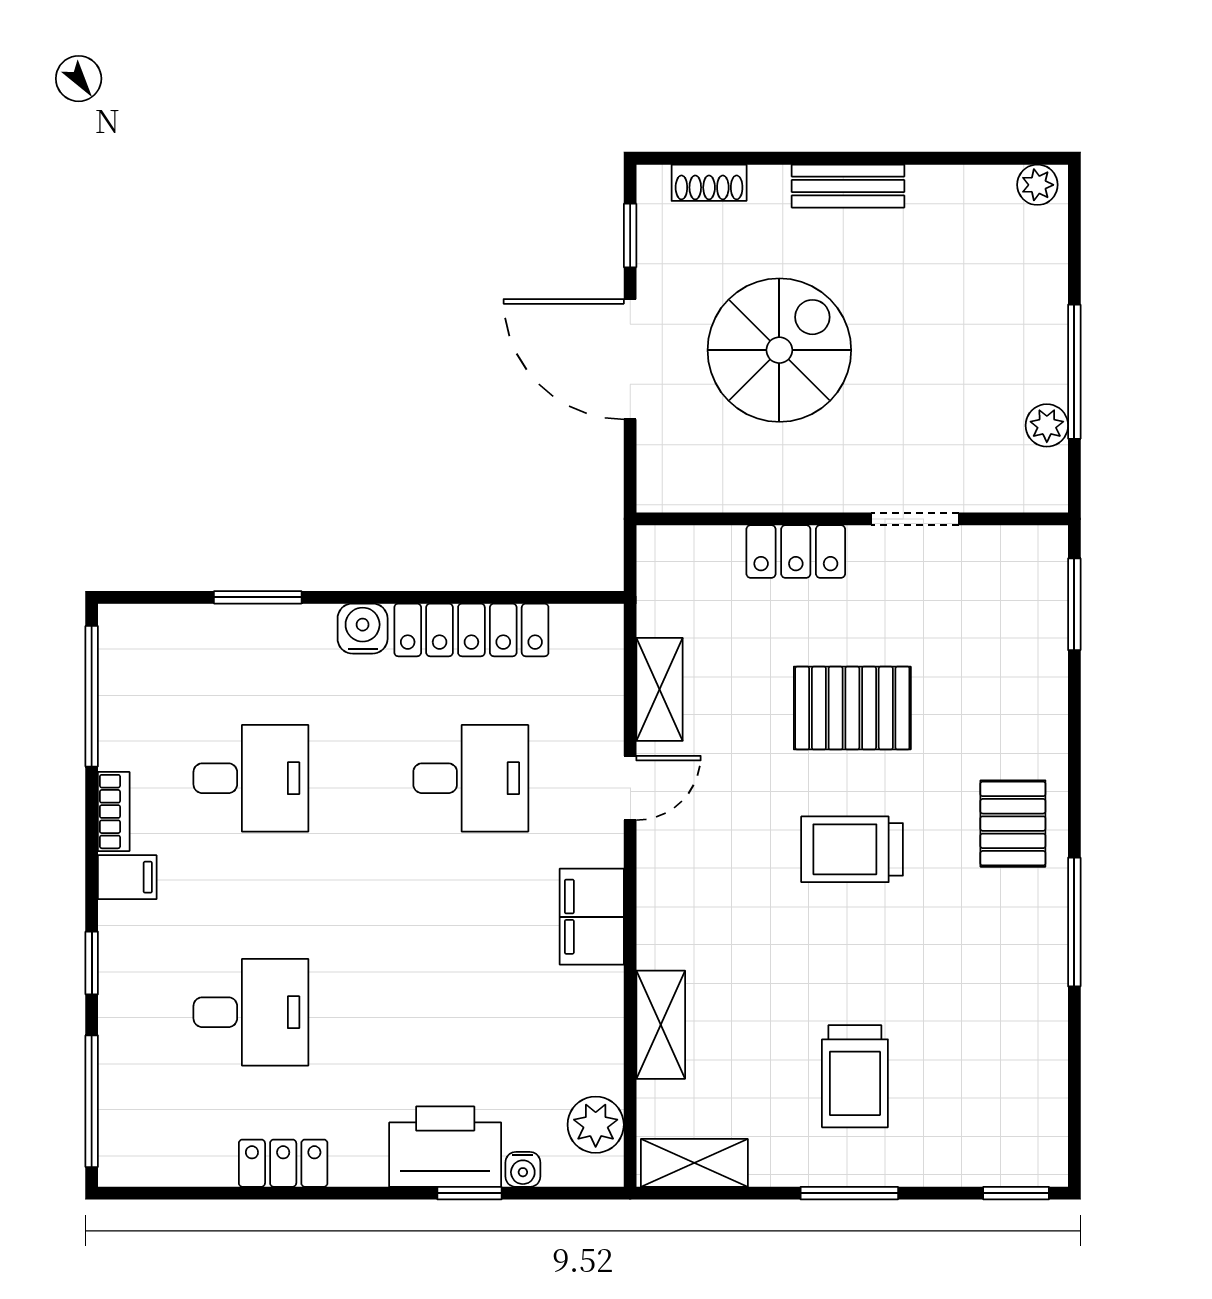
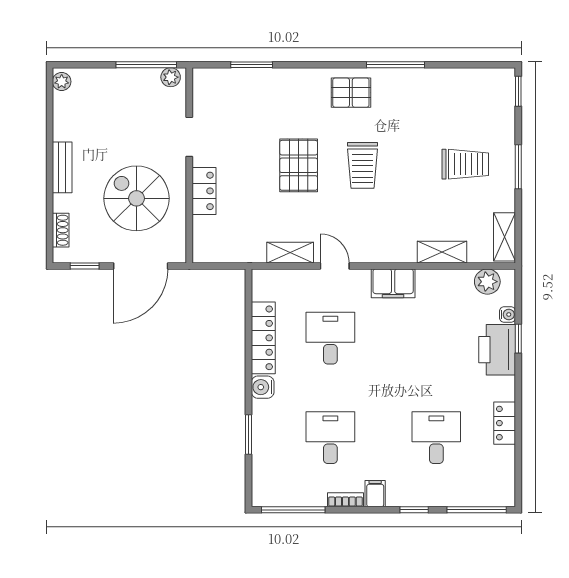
wall: (852, 519) -> (189, 165), moved
doorway: (915, 519) -> (189, 137), moved
locker: (796, 552) -> (204, 191), moved

